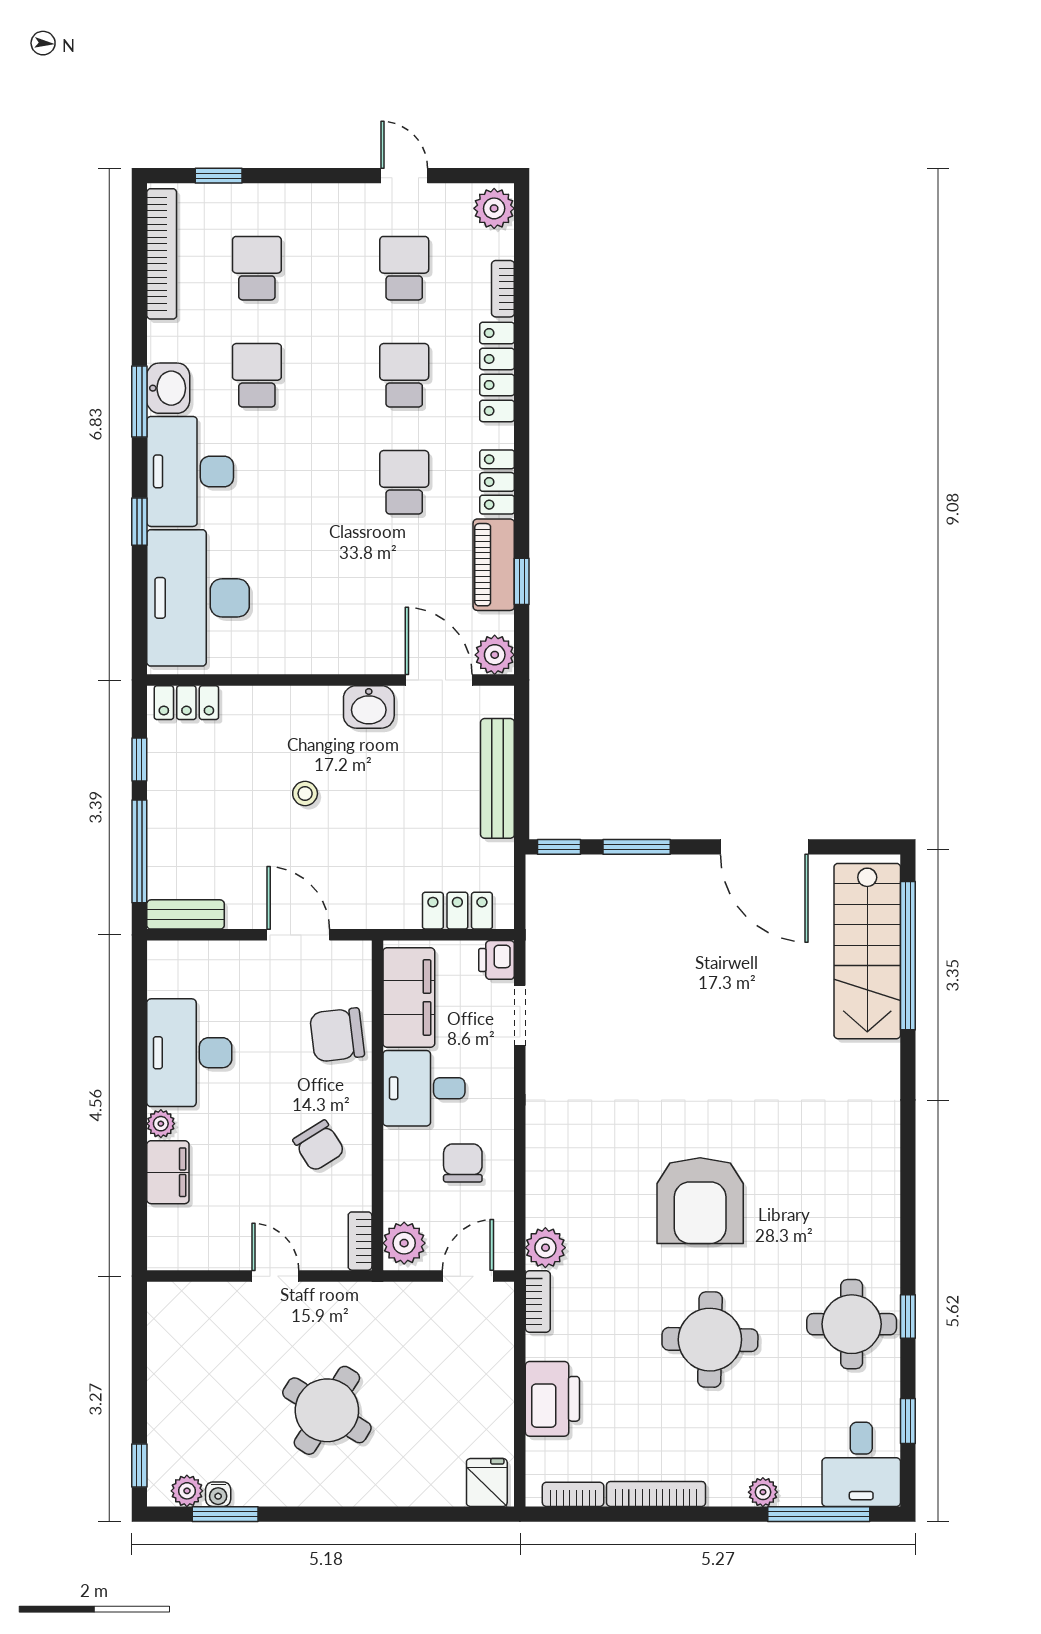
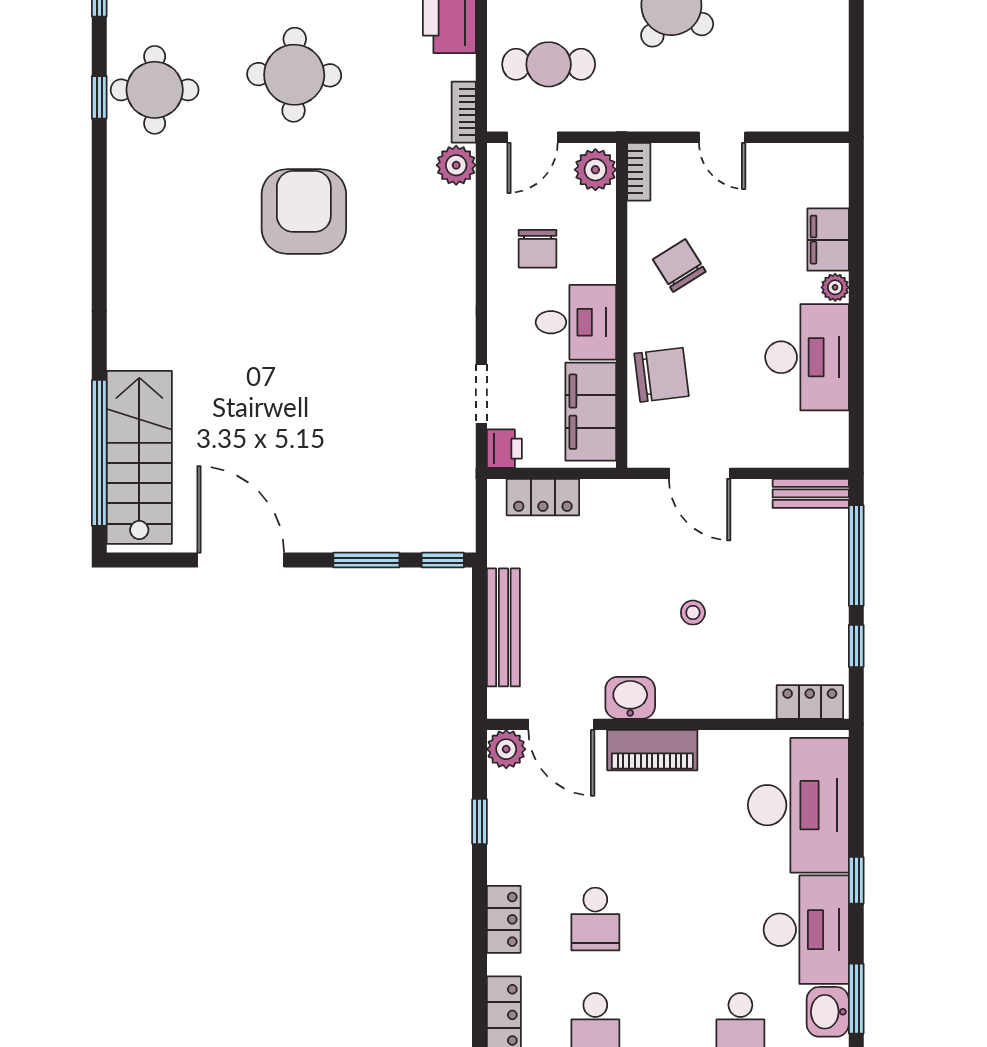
piano: (494, 565) -> (652, 750), moved, turned 90
cafe table: (452, 1350) -> (549, 64), added

